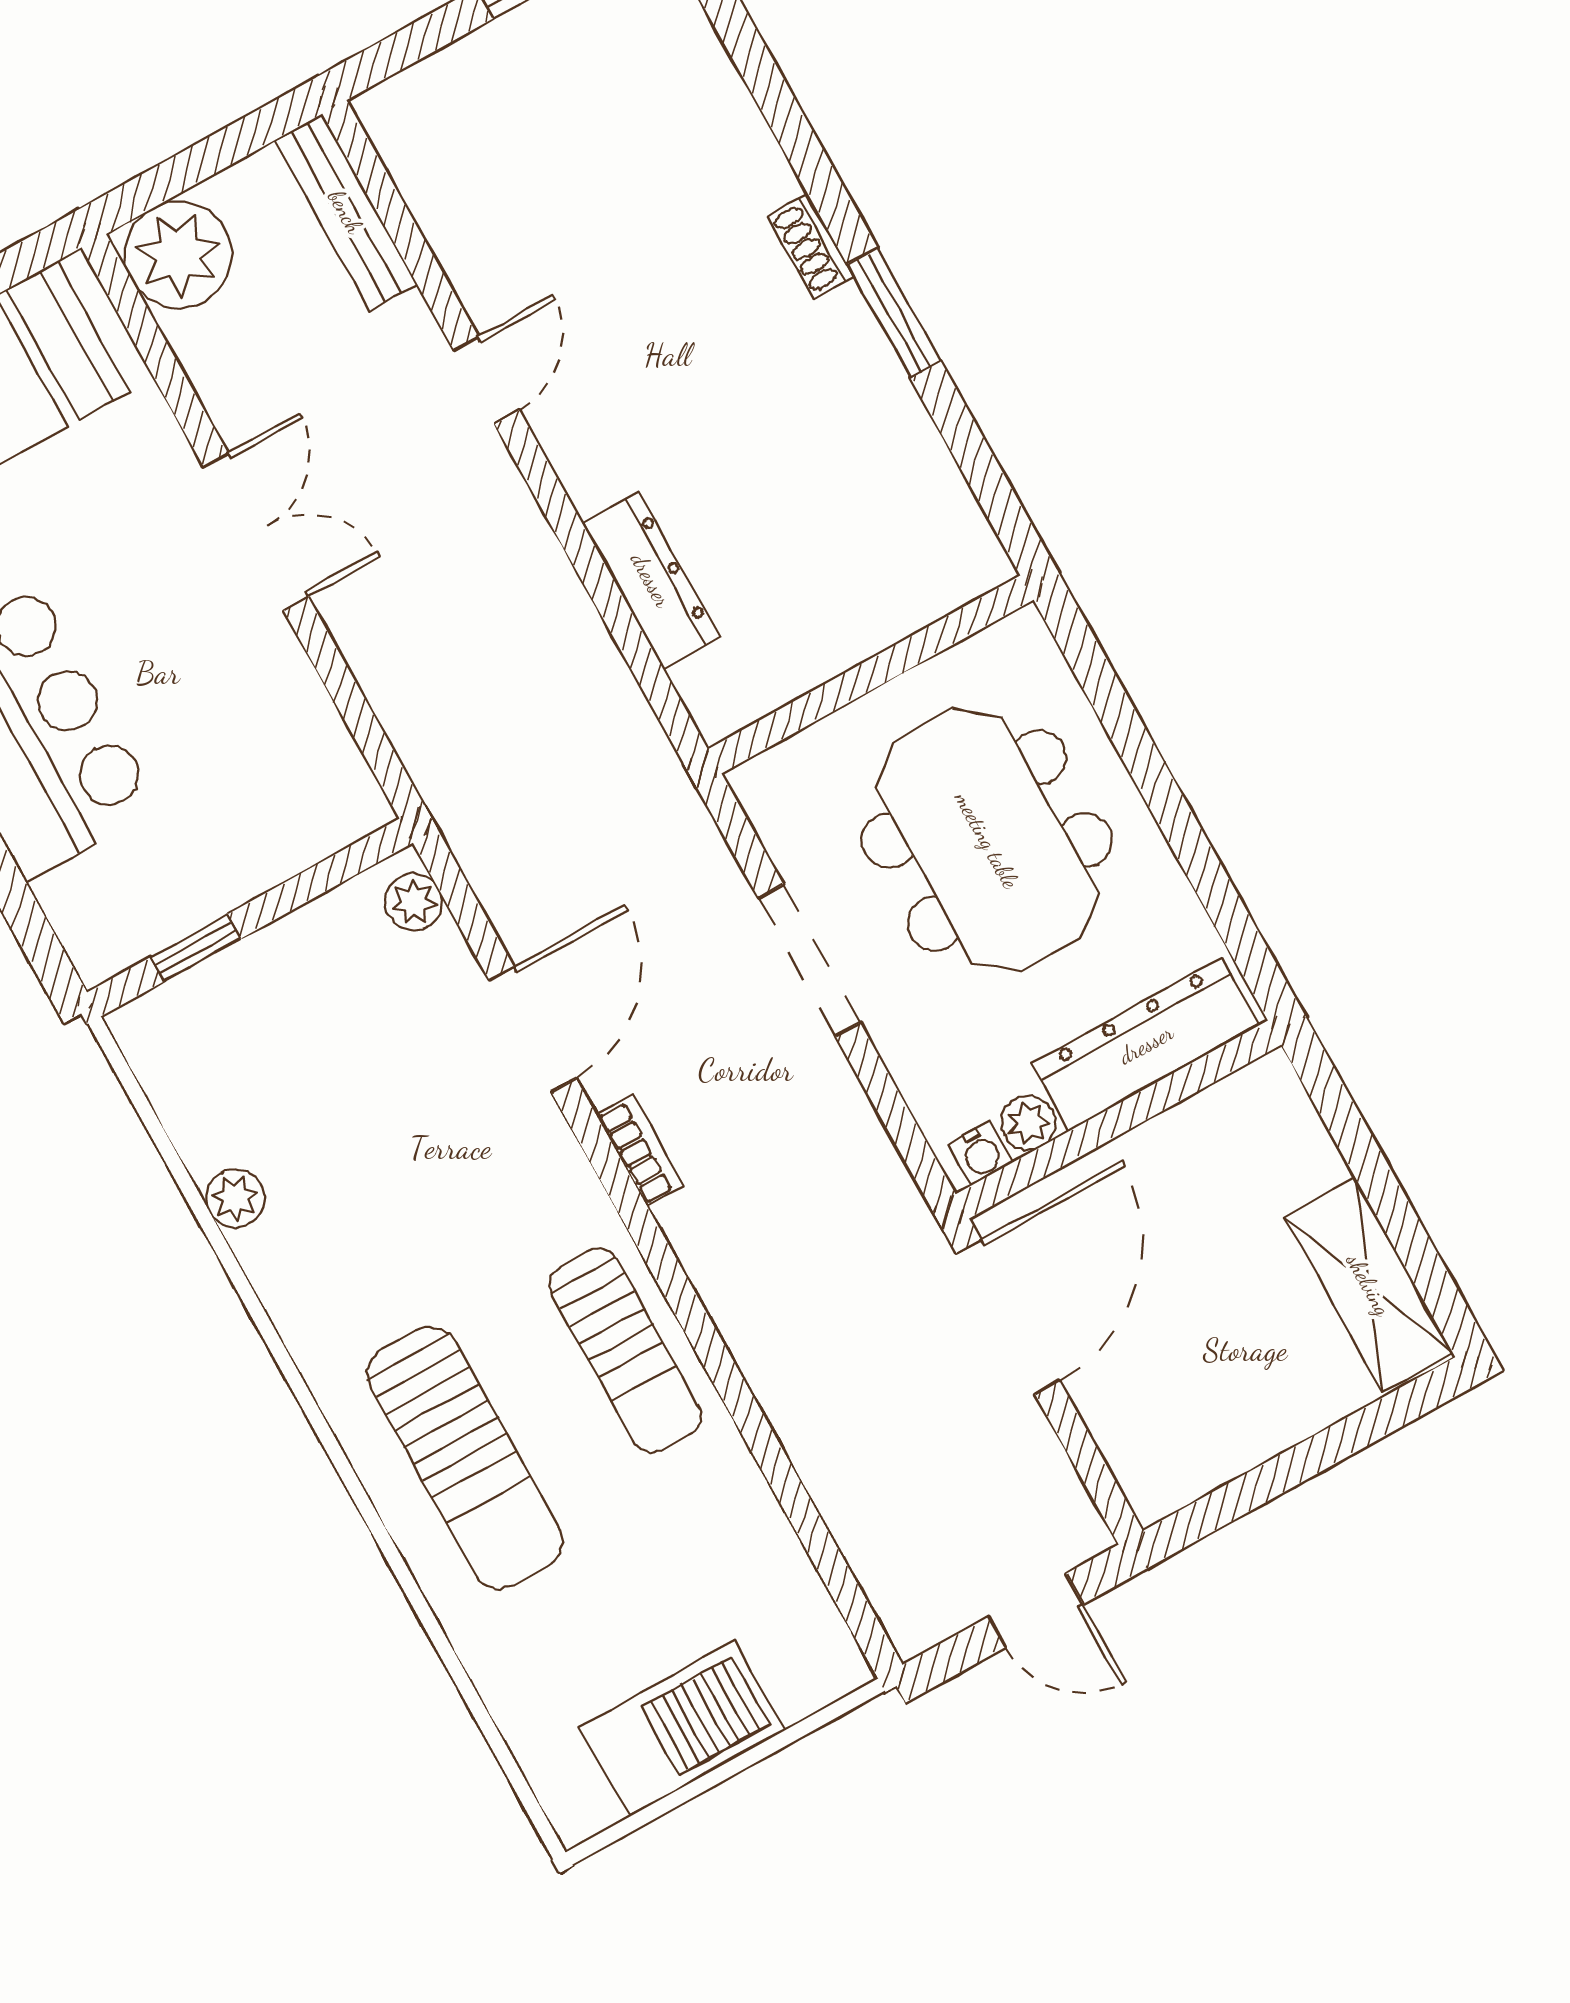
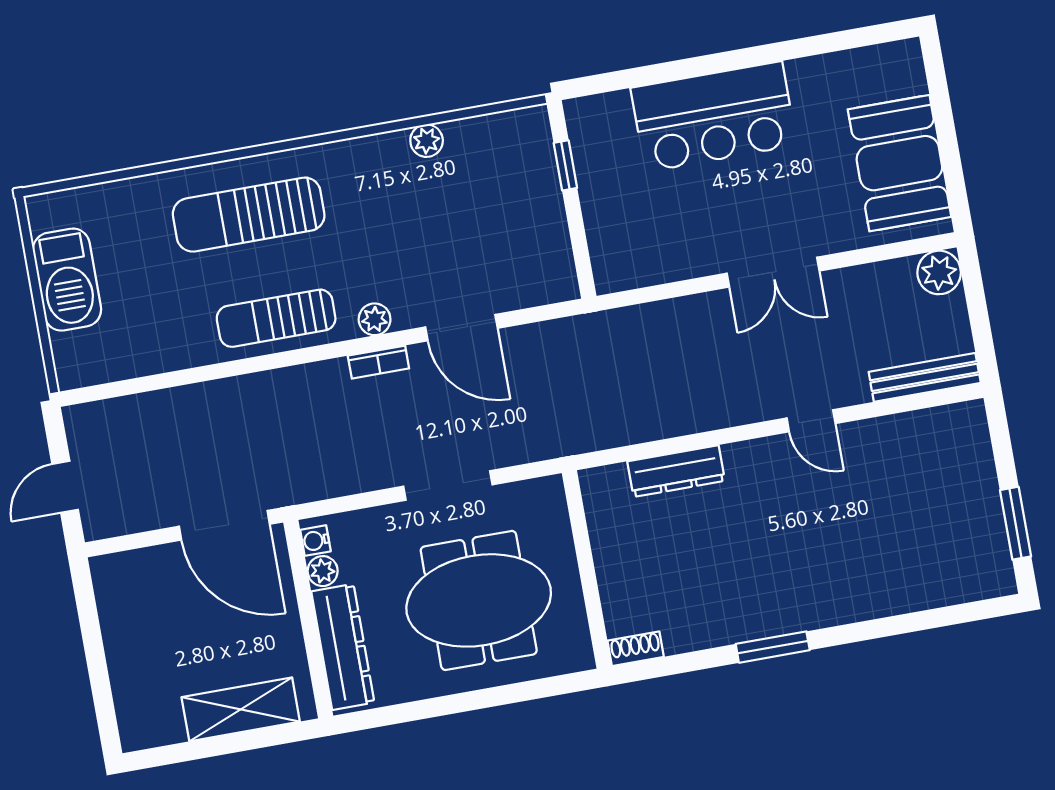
shoe rack: (811, 246) -> (636, 649), moved
plant: (178, 255) -> (939, 272), width x0.73, depth x0.73
plant: (414, 902) -> (375, 319), moved
shelving: (1369, 1285) -> (241, 709), moved

